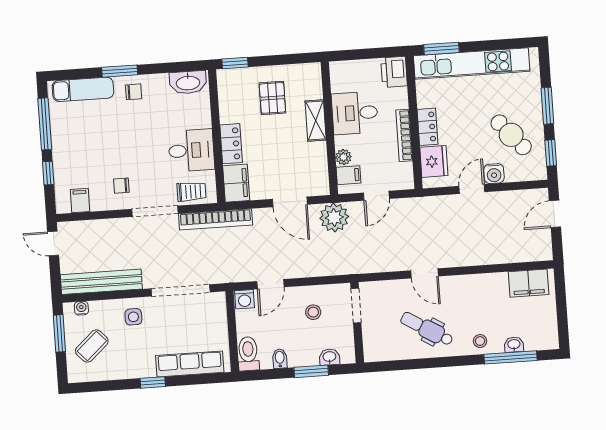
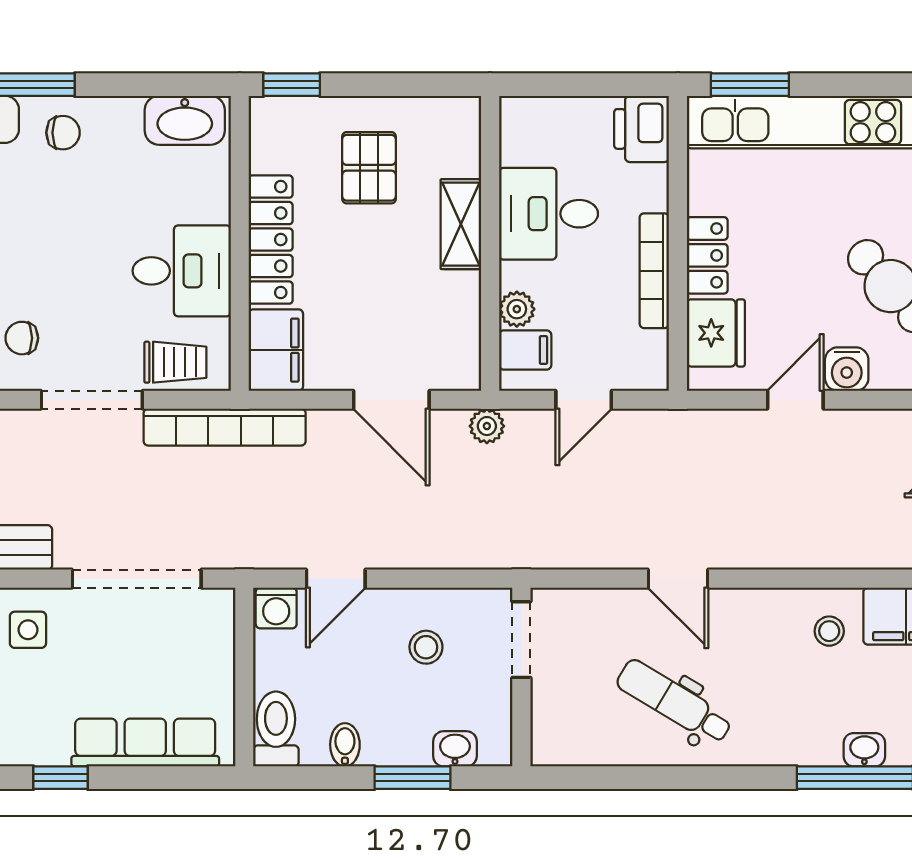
locker: (231, 144) -> (271, 240), width x1.53
plant: (334, 217) -> (487, 426), width x0.53, depth x0.53
stool: (480, 341) -> (829, 631), moved

